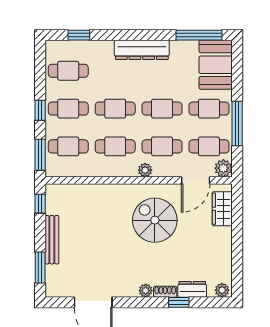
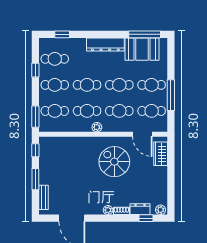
booth: (216, 65) -> (142, 49), moved, turned 90
window: (40, 110) -> (35, 70), moved
plant: (223, 168) -> (161, 126), removed
plant: (145, 170) -> (97, 127), moved
door: (196, 180) -> (142, 134), hinge flipped
bench: (52, 240) -> (44, 197), moved, width x0.73
window: (40, 267) -> (35, 179), moved
window: (179, 302) -> (146, 218), moved

